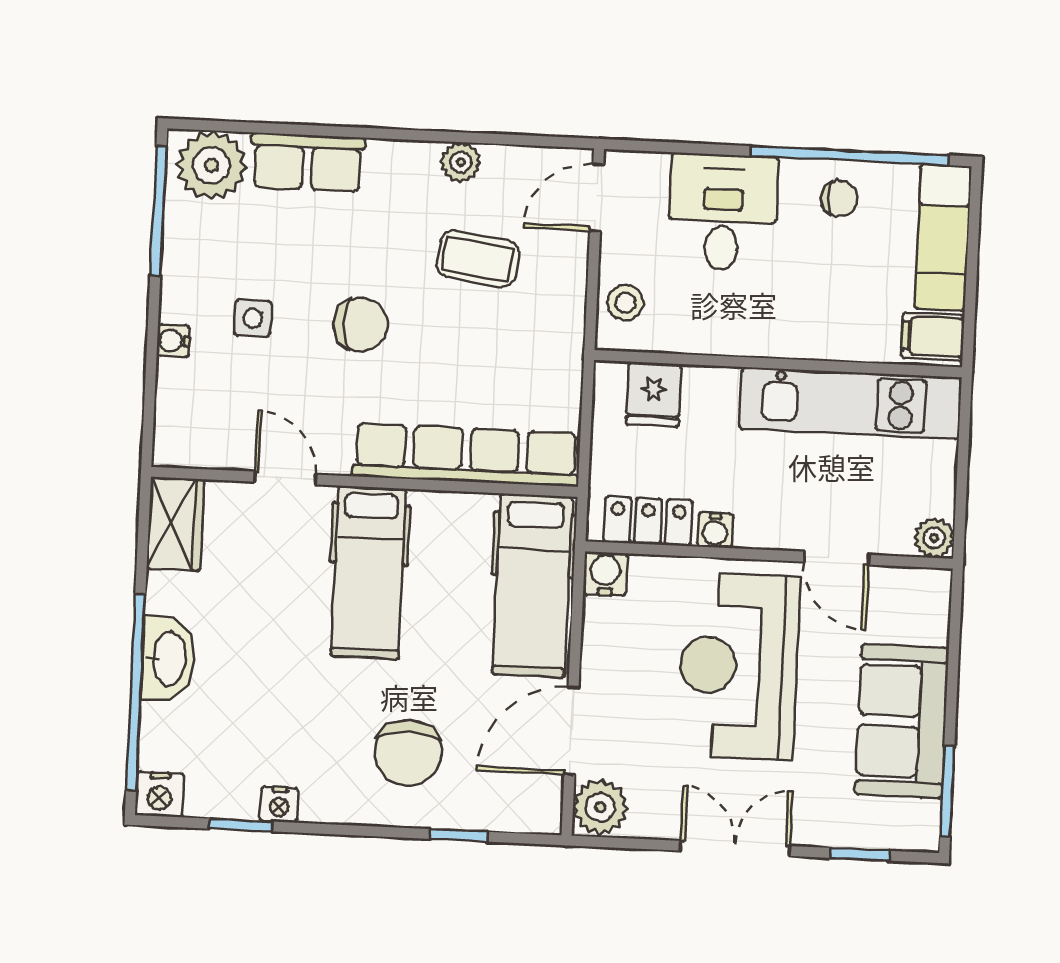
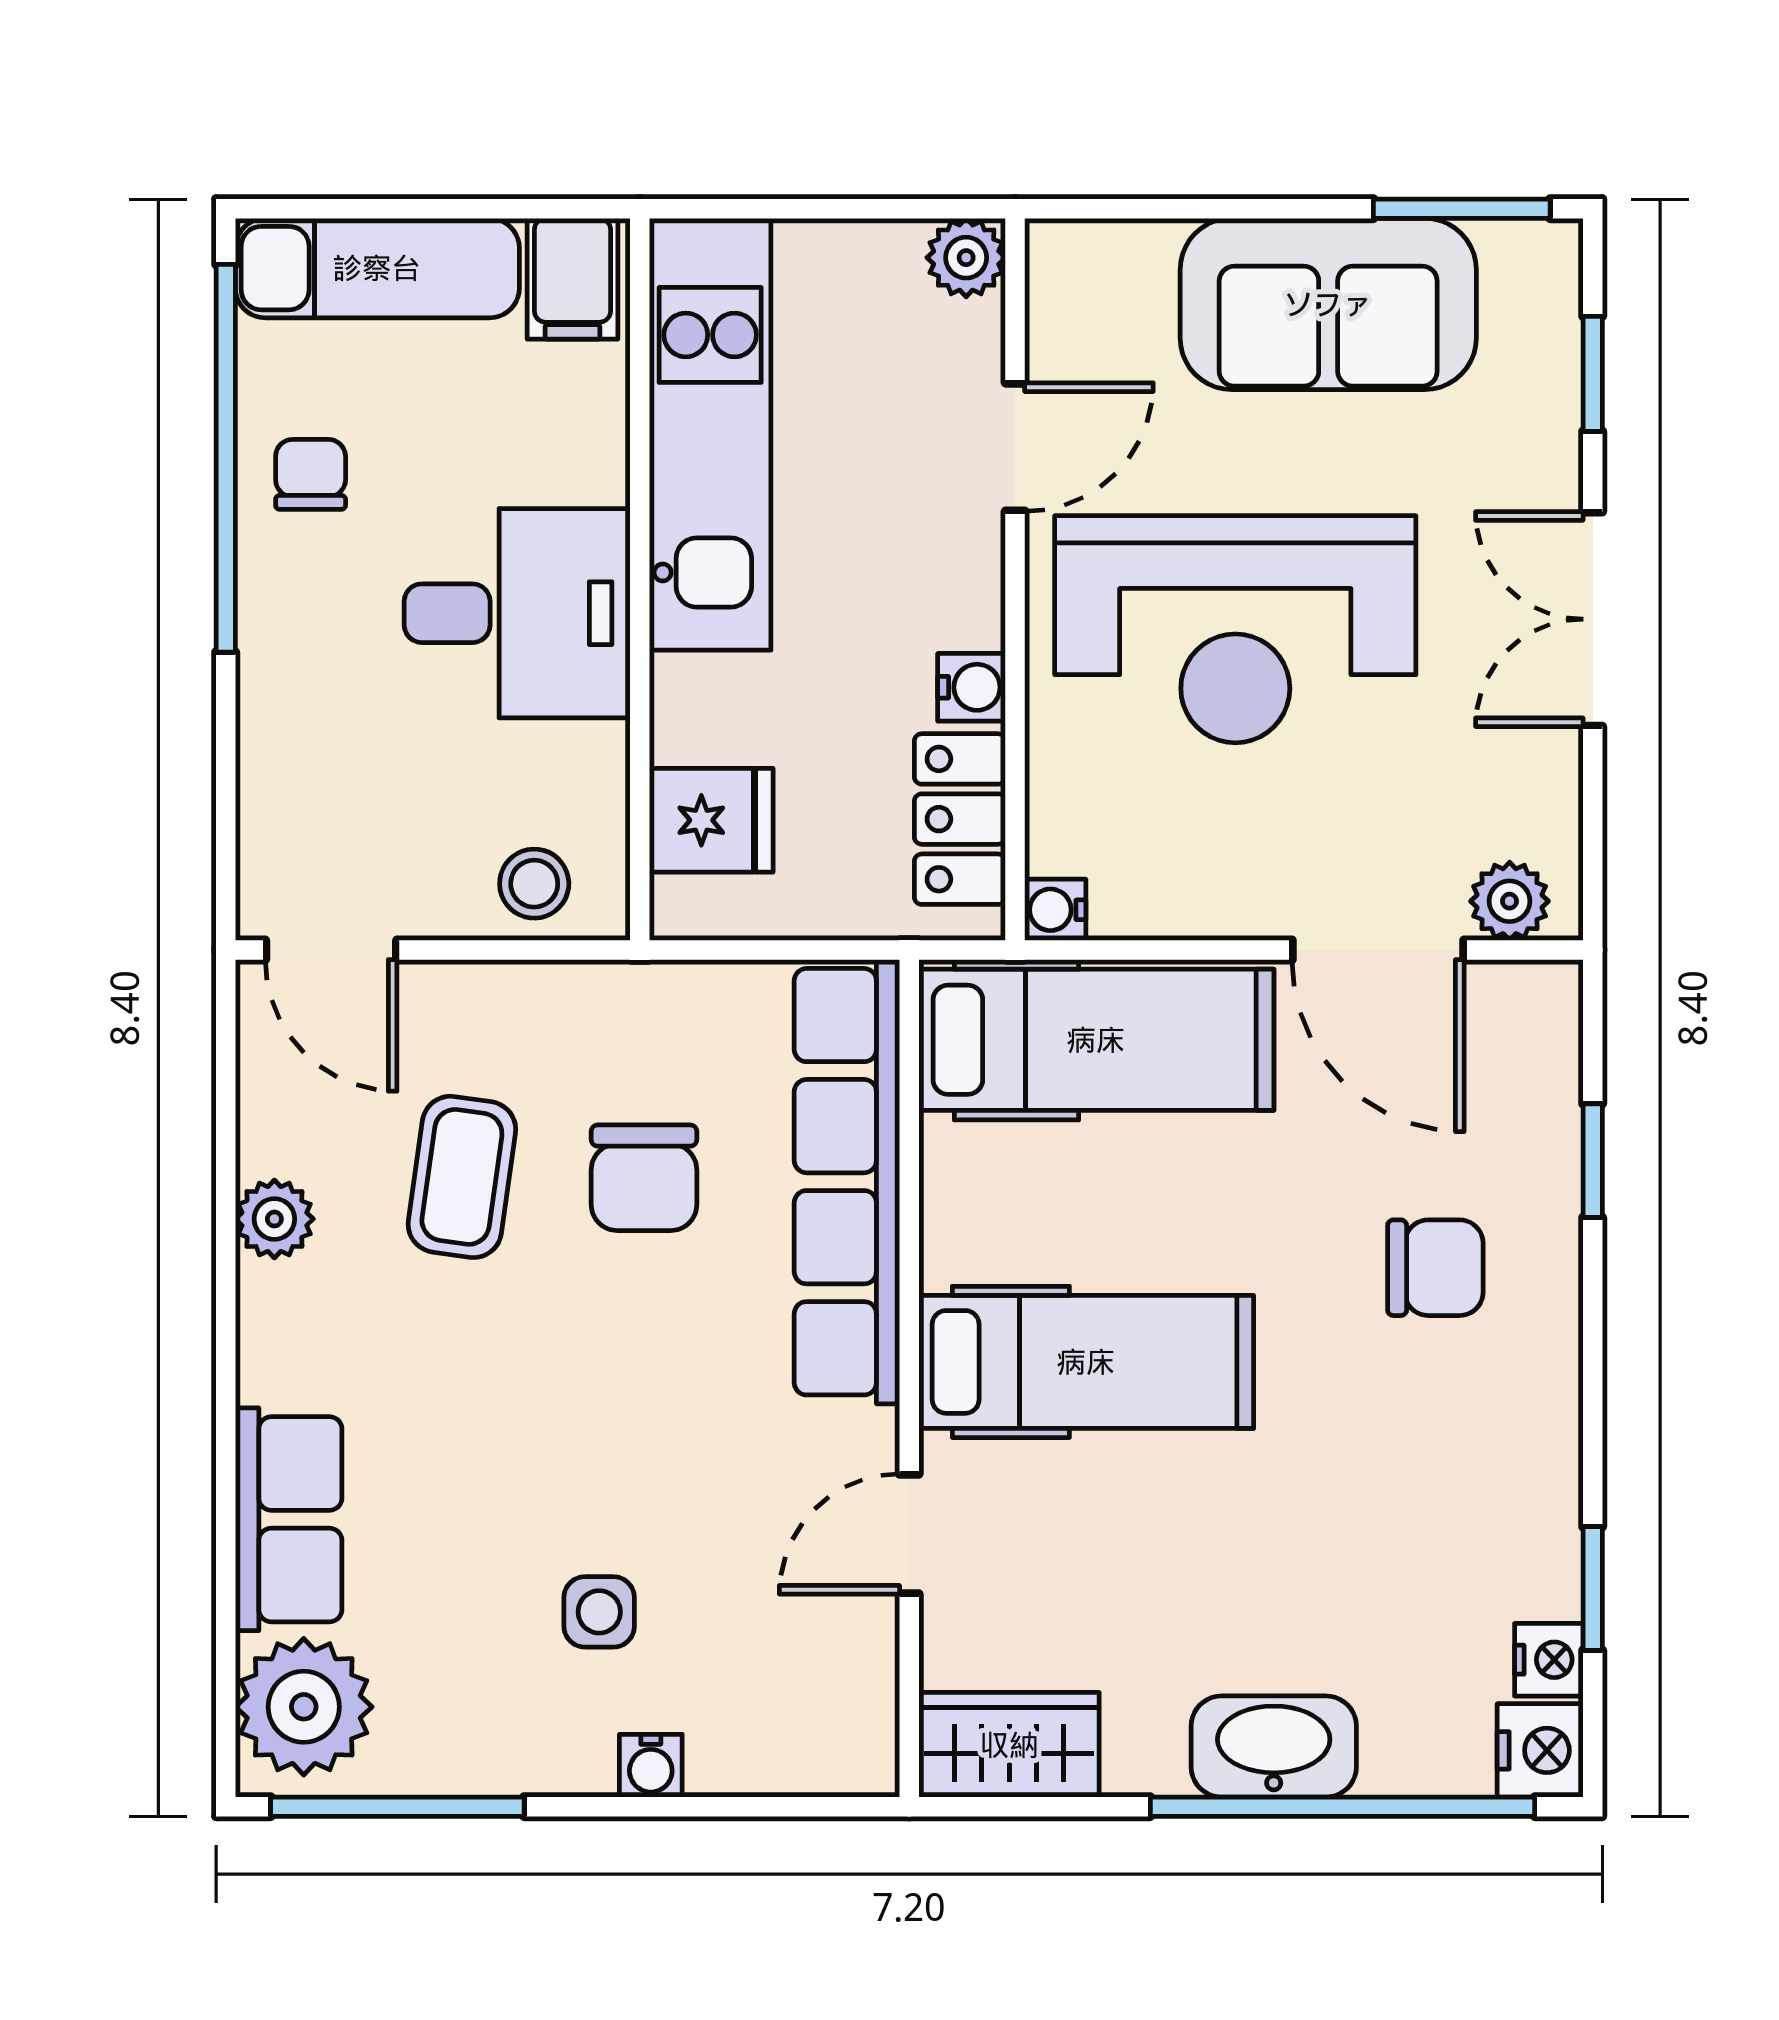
desk: (723, 212) -> (517, 613), moved, turned 180
chair: (360, 324) -> (644, 1178), moved, turned 180
water cooler: (605, 574) -> (1055, 910), width x0.72, depth x0.72
chair: (408, 753) -> (1435, 1268), width x0.73, depth x0.73
nightstand: (279, 804) -> (1549, 1660), moved
plant: (600, 807) -> (1510, 901), width x0.73, depth x0.73

